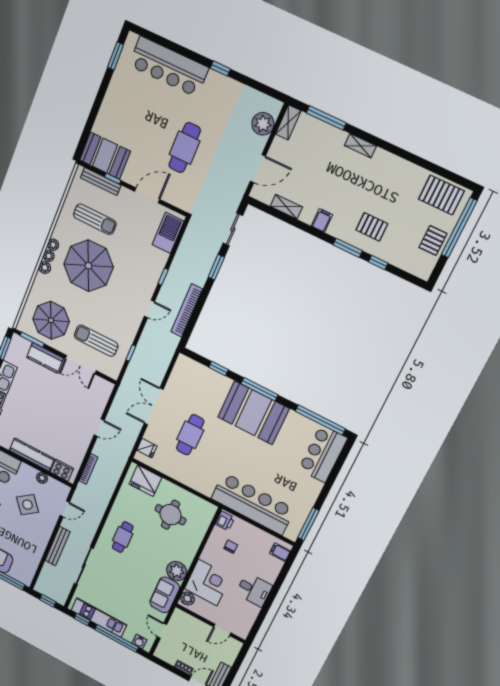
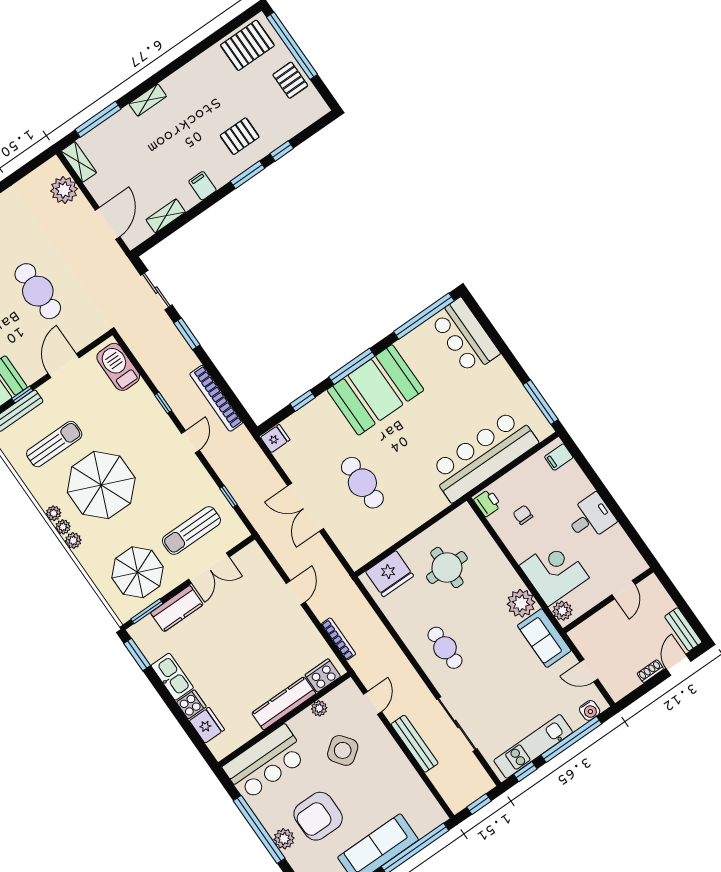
fridge: (147, 448) -> (275, 439), moved

